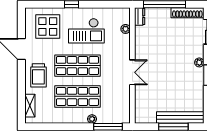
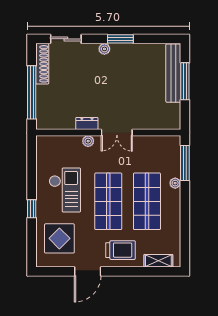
dresser: (140, 17) -> (87, 123), moved
plant: (126, 29) -> (88, 141), moved
double door: (132, 72) -> (117, 133), swing flipped

